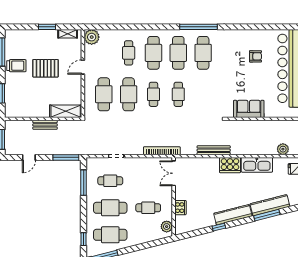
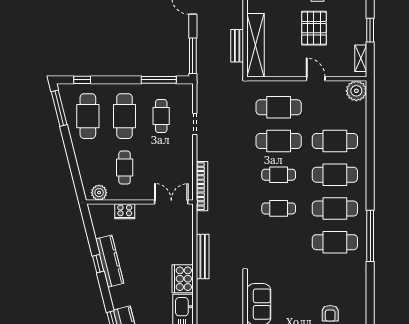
cafe table: (129, 53) -> (335, 141), width x1.37, depth x1.35
shelving: (66, 111) -> (255, 45), width x1.47
bench: (45, 125) -> (237, 46), moved
kitchen counter: (233, 215) -> (110, 261), moved

